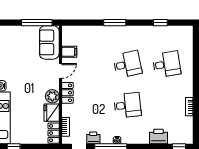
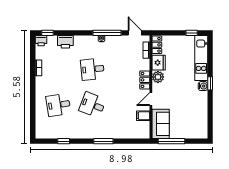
desk: (127, 64) -> (92, 105), turned 33
printer: (93, 138) -> (41, 41), moved

